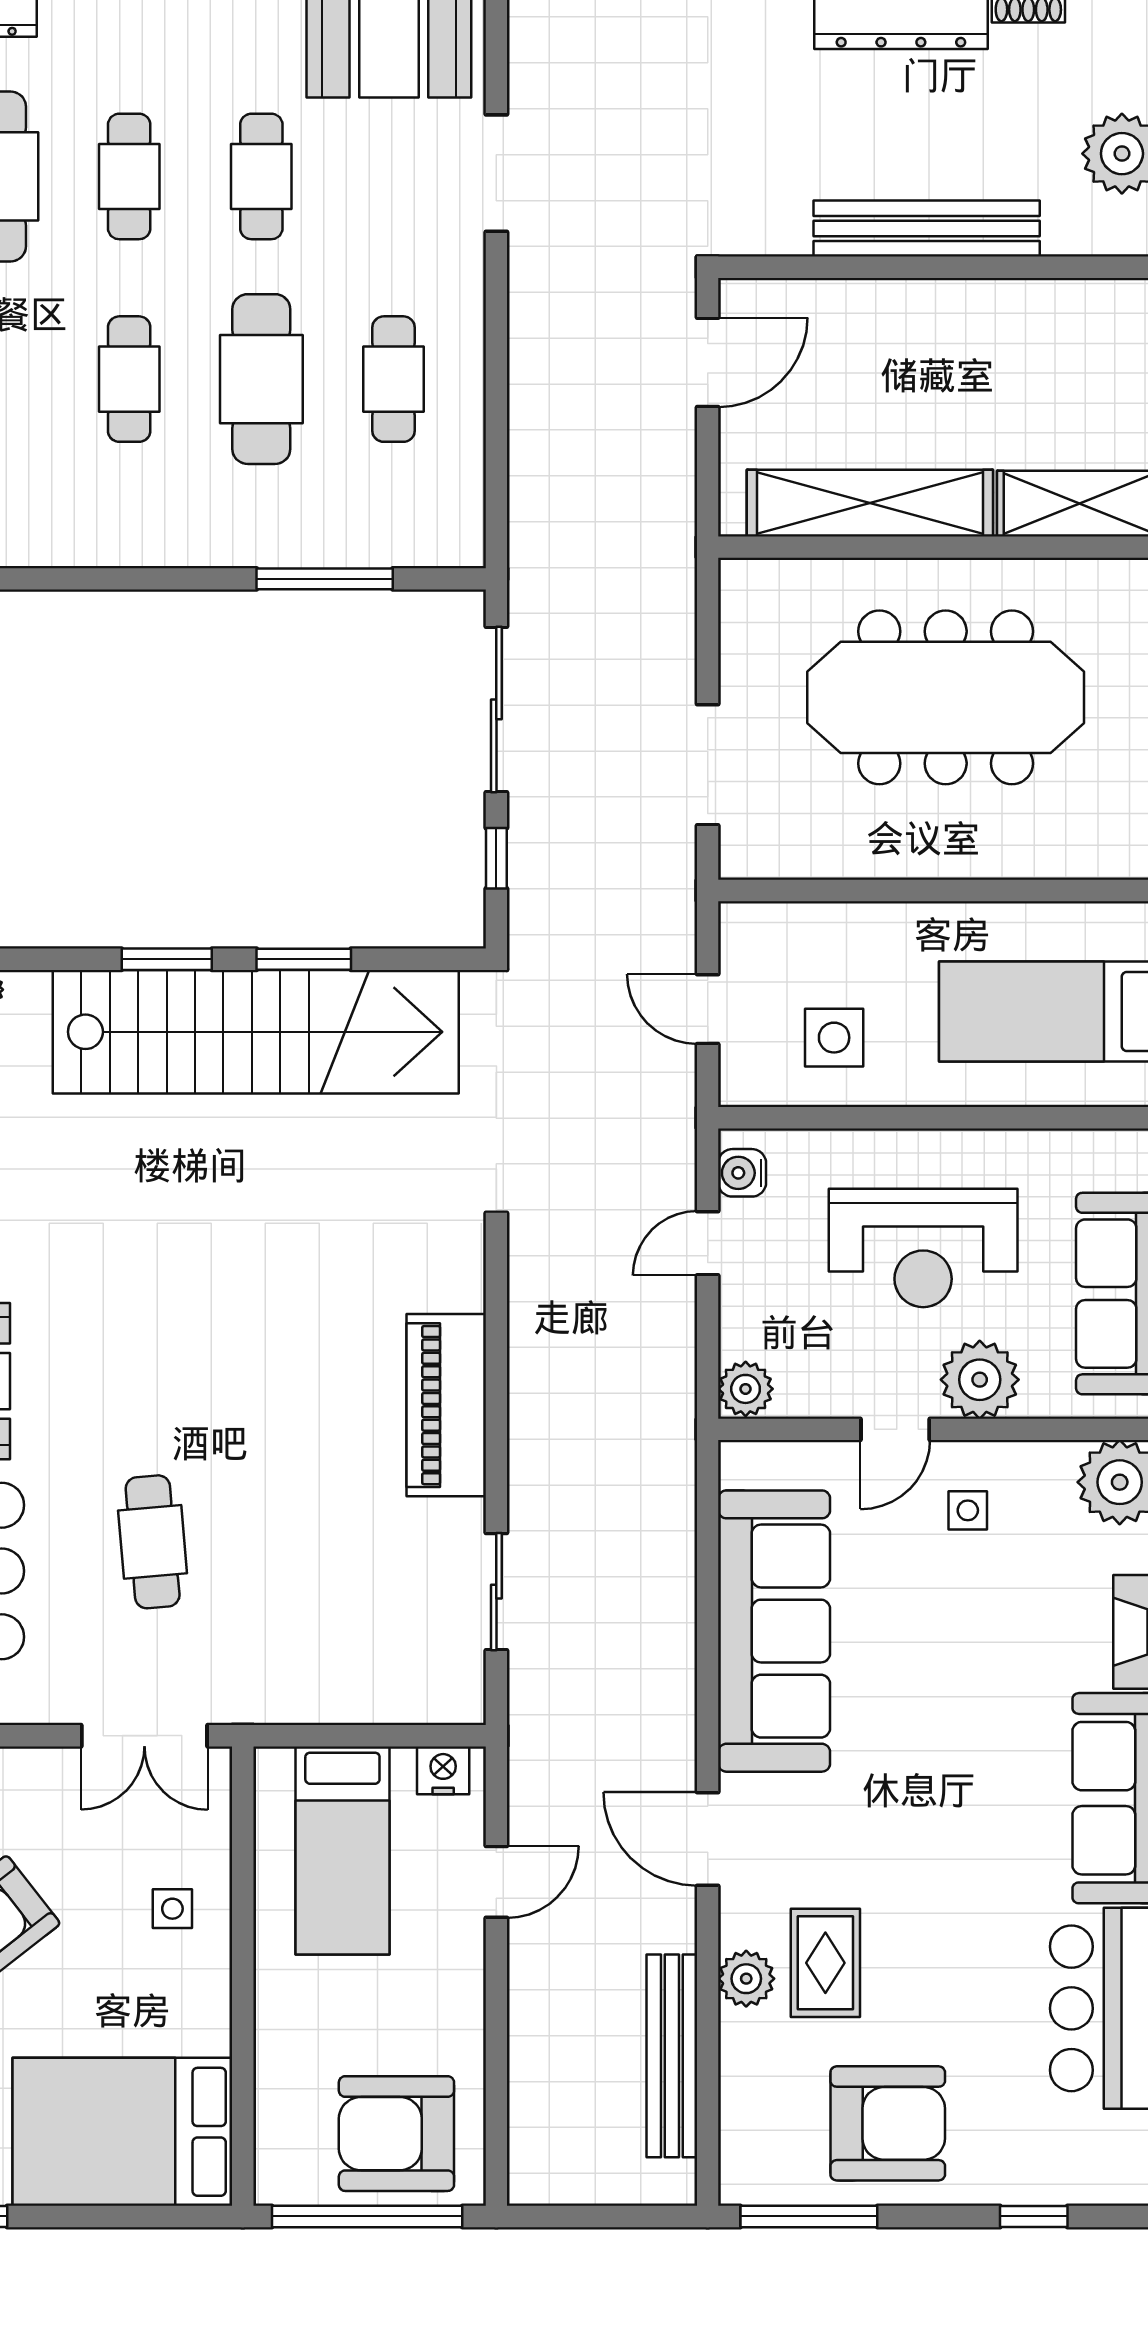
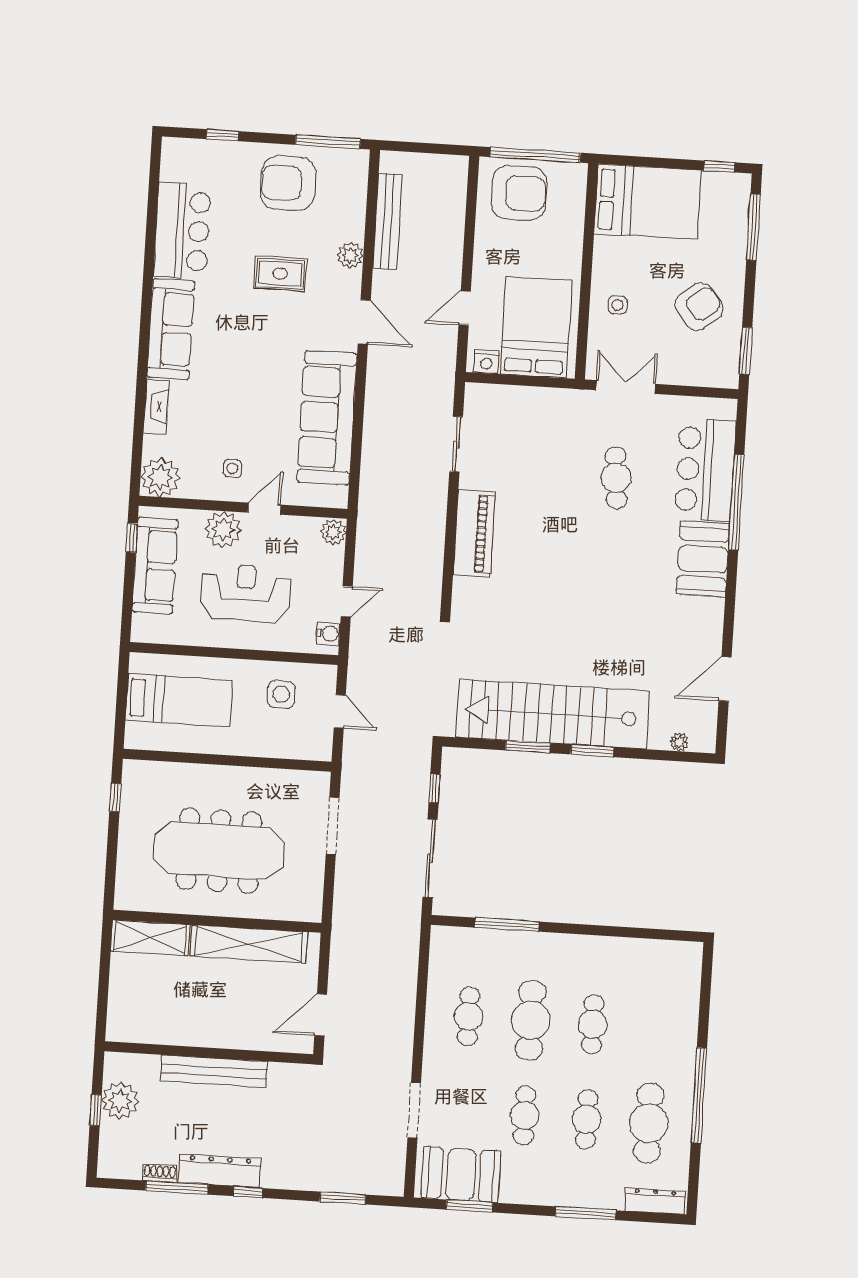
bed: (342, 1850) -> (536, 327), width x1.50
rug: (825, 1963) -> (280, 274), moved, turned 90

